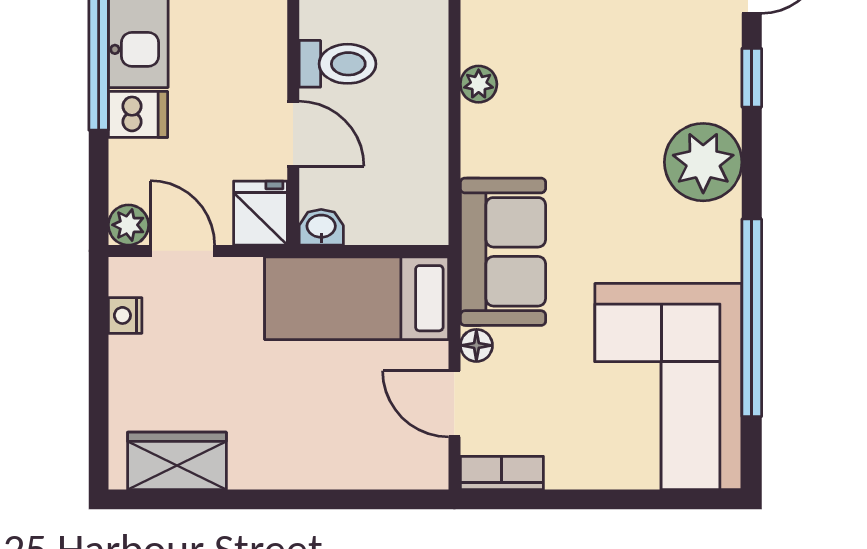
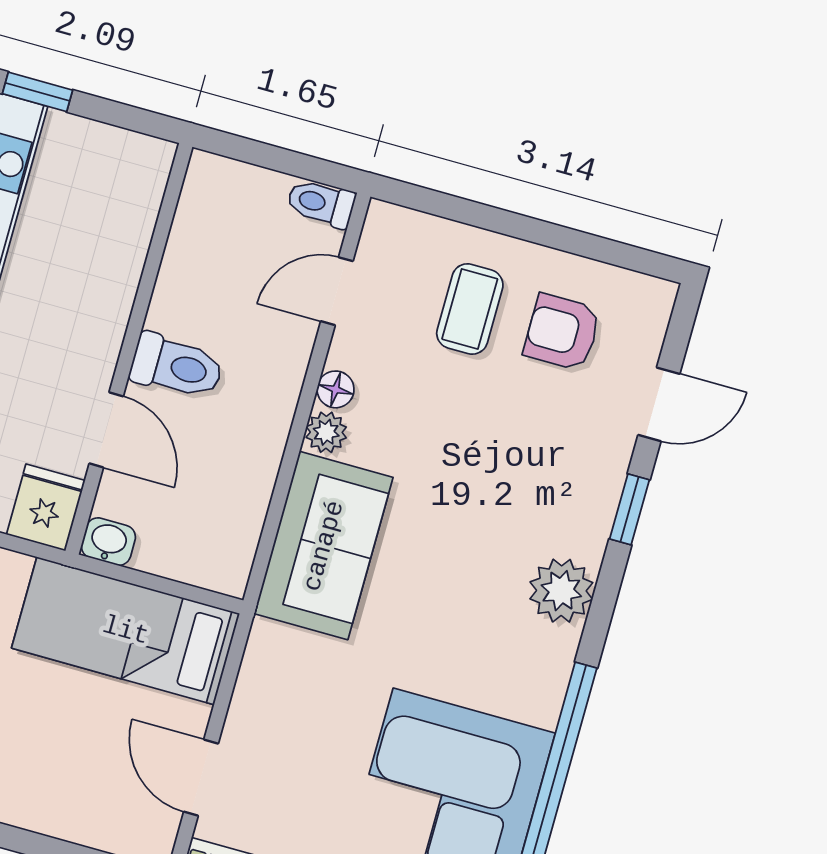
plant: (703, 162) -> (561, 591), width x0.73, depth x0.73
sofa: (503, 252) -> (324, 546), moved
floor lamp: (476, 345) -> (336, 389), moved

